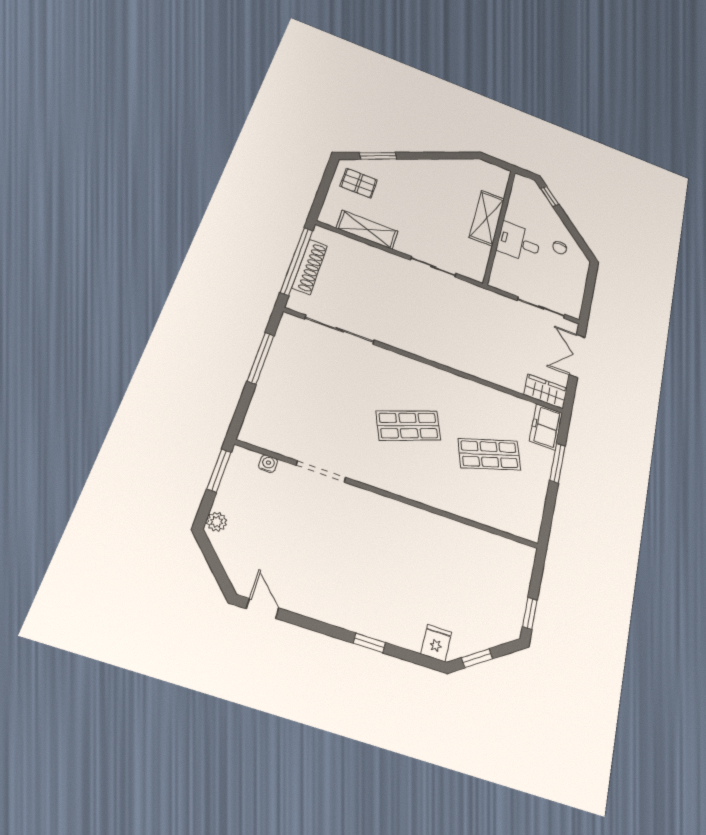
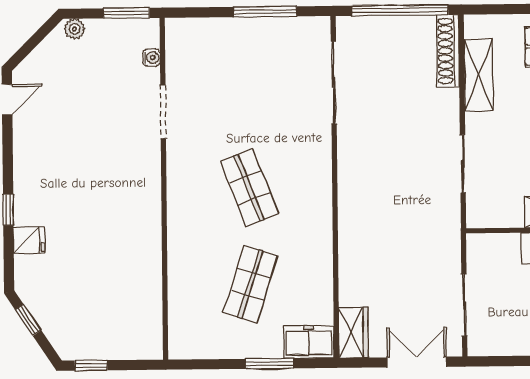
shoe rack: (310, 267) -> (448, 51), moved, turned 90
shop shelf: (489, 454) -> (250, 284), turned 36
fridge: (436, 643) -> (29, 240), moved

